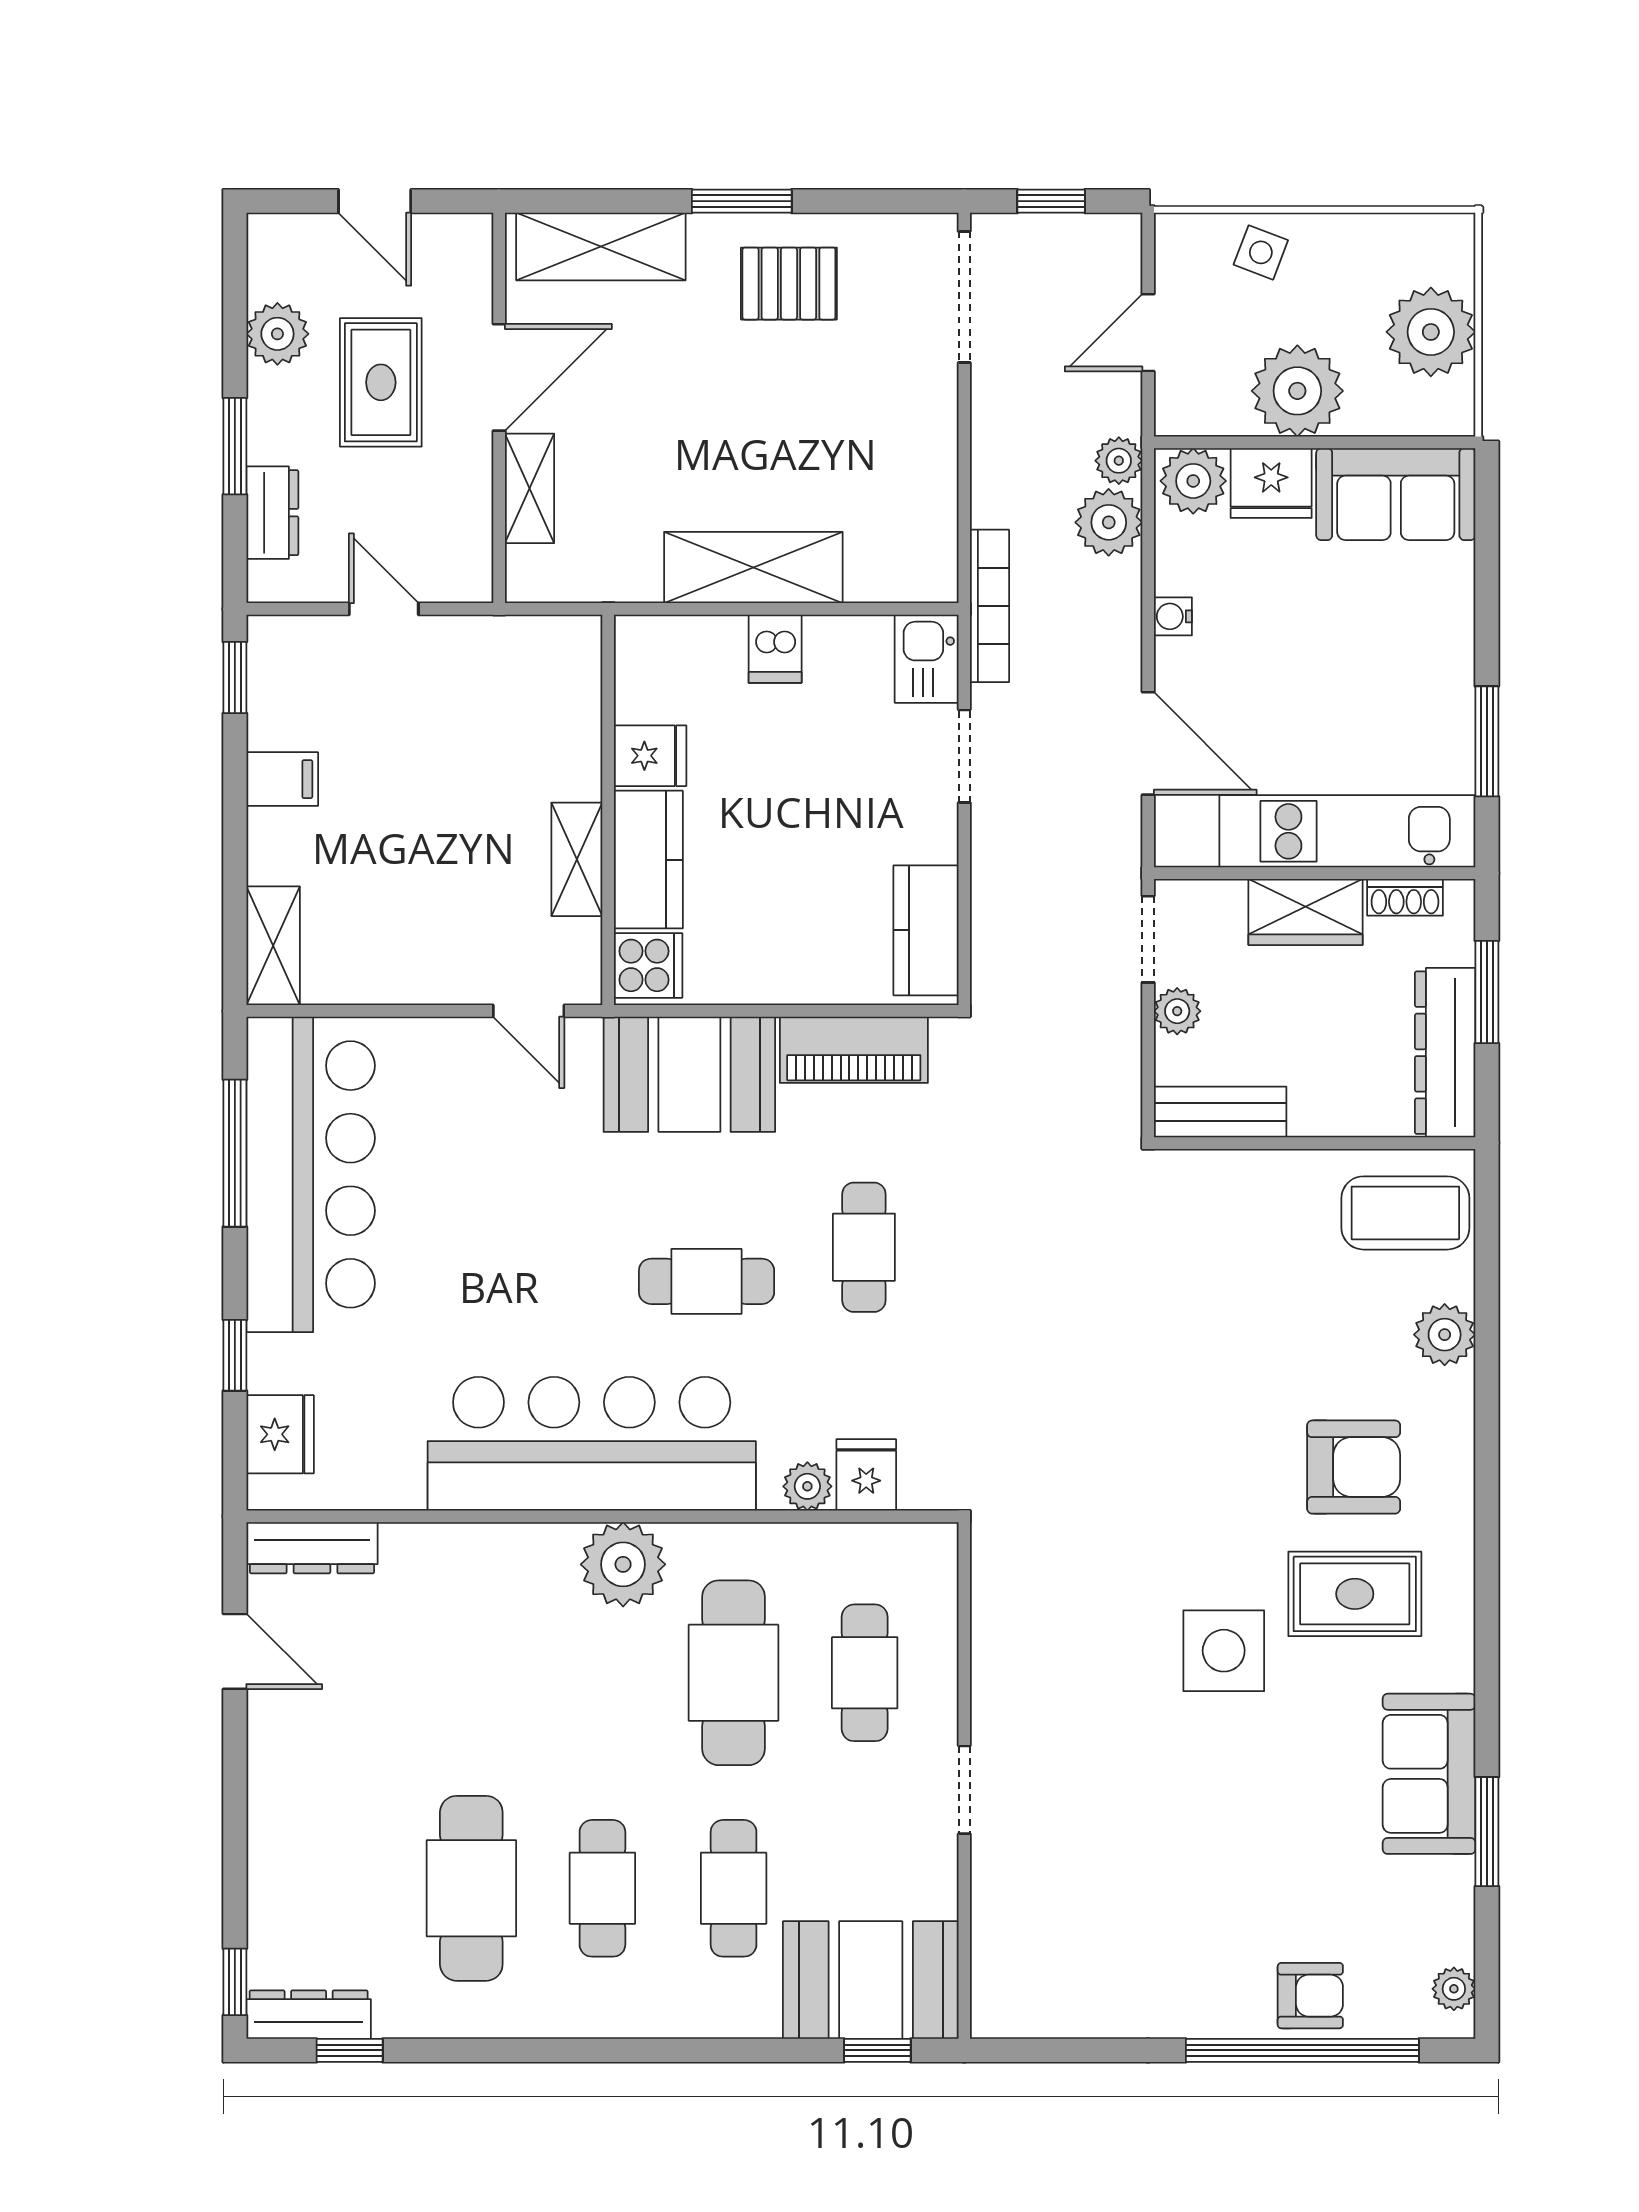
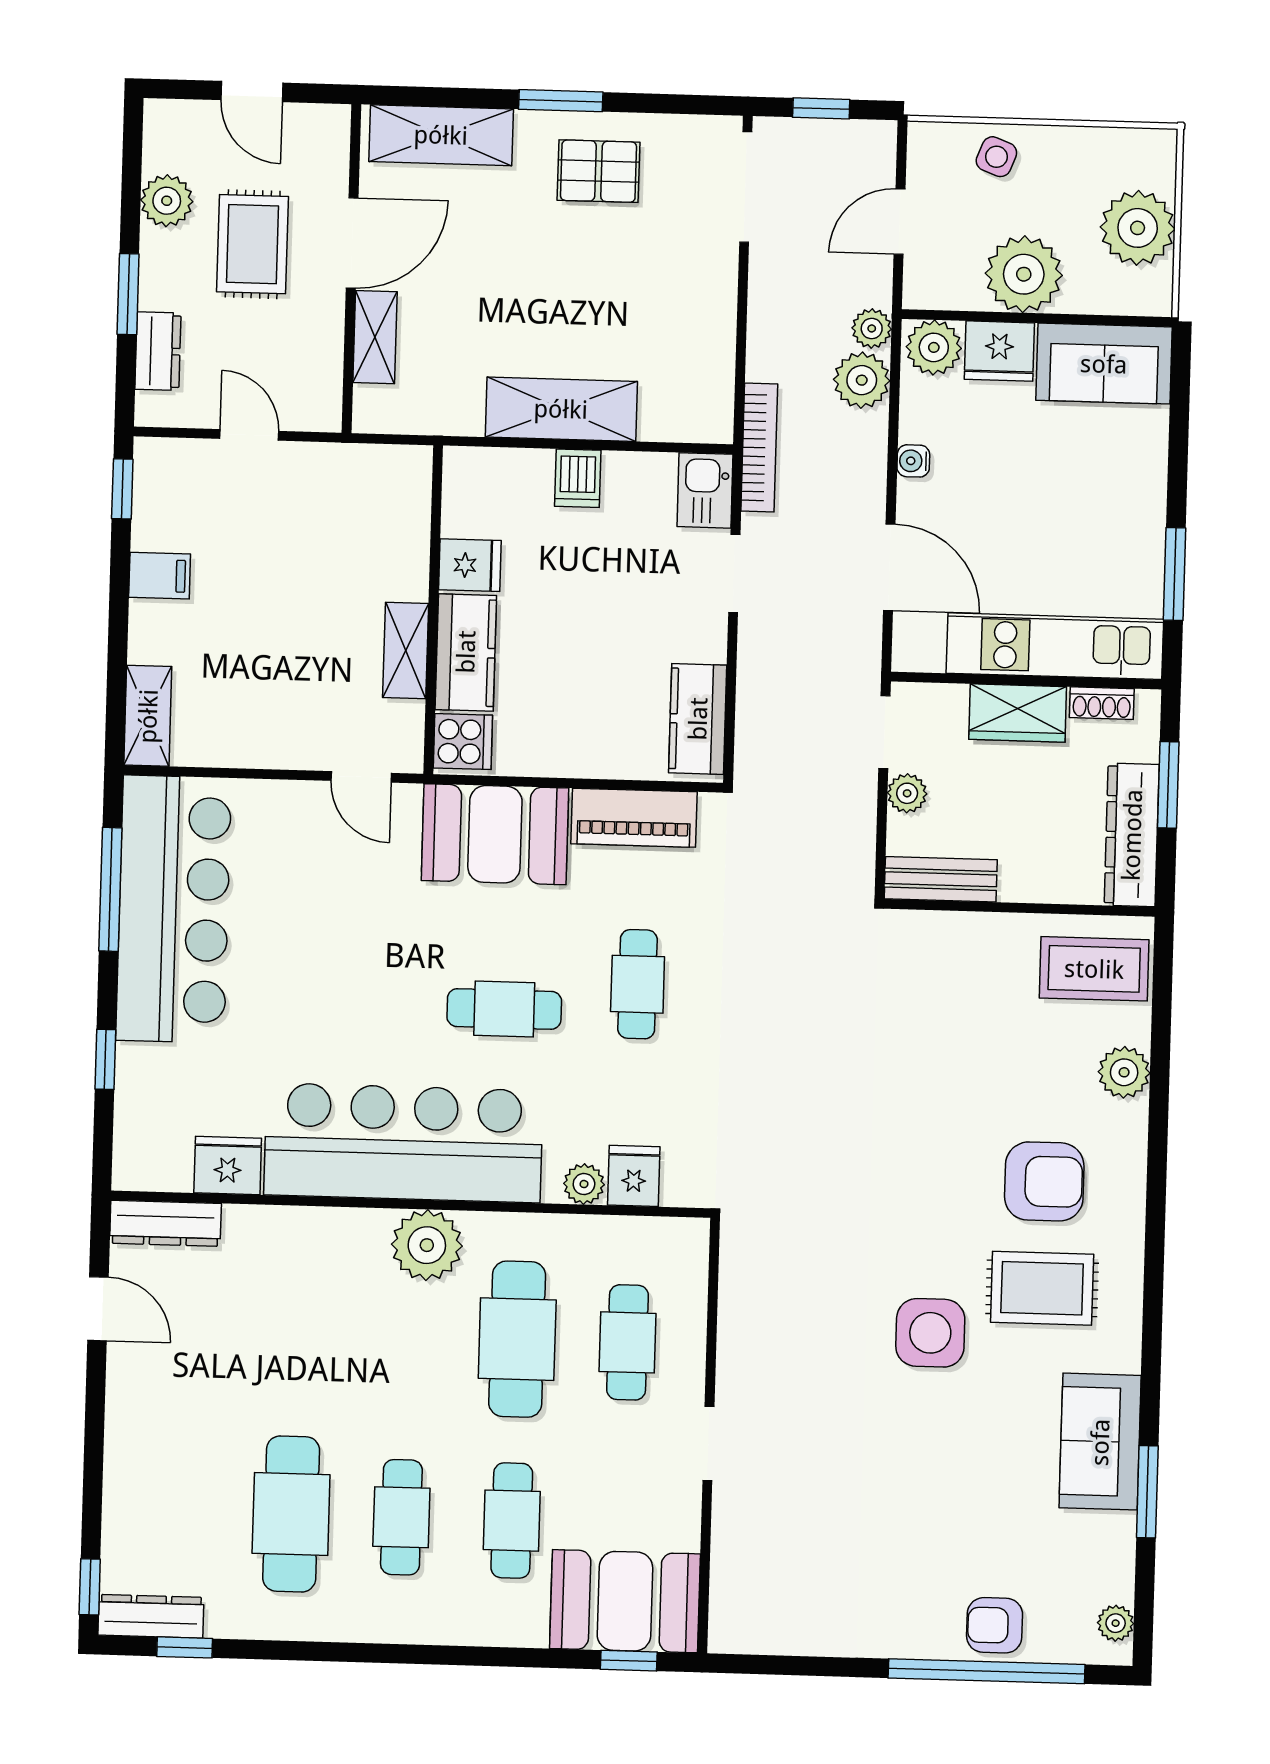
fridge: (280, 1434) -> (228, 1166), moved, turned -90
armchair: (1310, 1996) -> (995, 1625), turned 180

